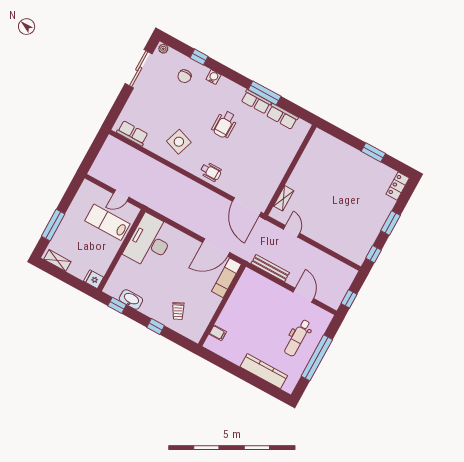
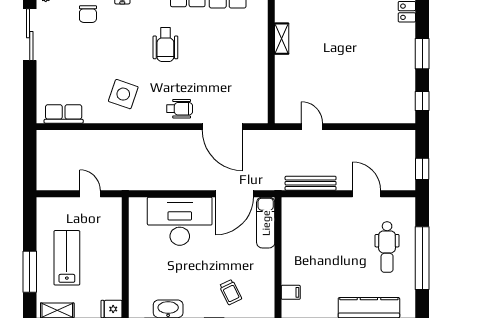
door: (121, 195) -> (90, 194), swing flipped
shelving: (284, 198) -> (282, 39), moved
door: (247, 207) -> (222, 127), moved
lab bench: (107, 222) -> (67, 258), moved, turned 90
desk: (150, 242) -> (180, 221), moved, turned 90

